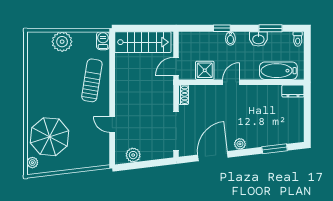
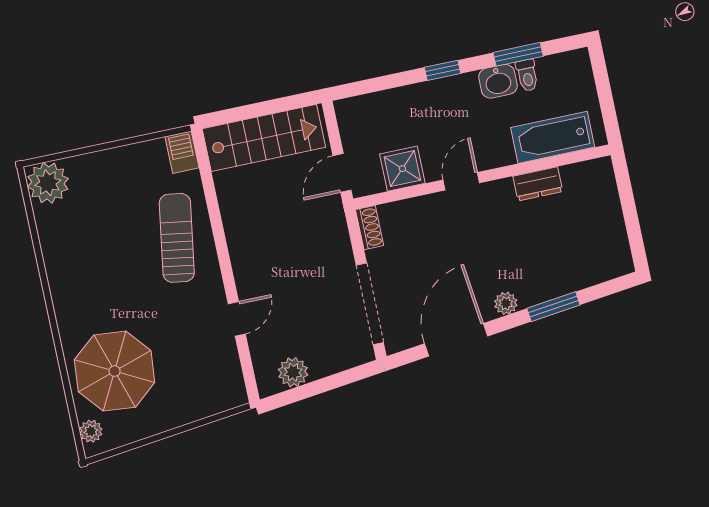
window: (222, 28) -> (443, 70), moved
bidet: (230, 38) -> (441, 92), removed
toilet: (298, 39) -> (527, 75), moved
plant: (62, 42) -> (48, 183), moved
dresser: (293, 91) -> (538, 184), moved
door: (112, 124) -> (237, 319), swing flipped
window: (275, 149) -> (553, 307), moved

